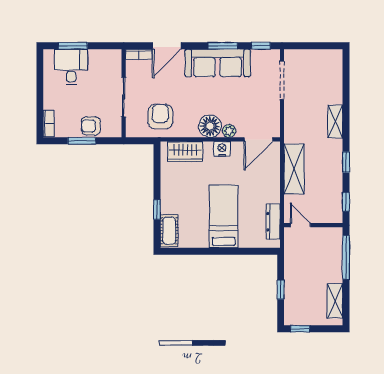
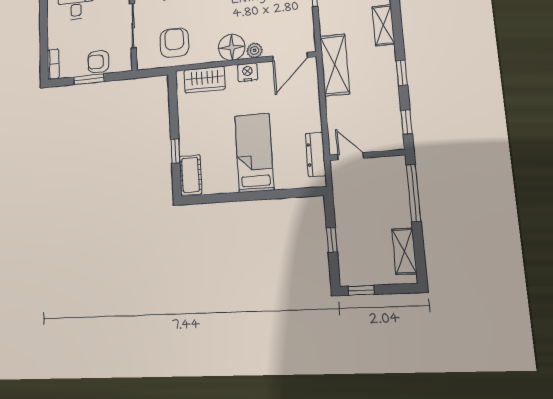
shelving: (294, 169) -> (335, 65), moved

